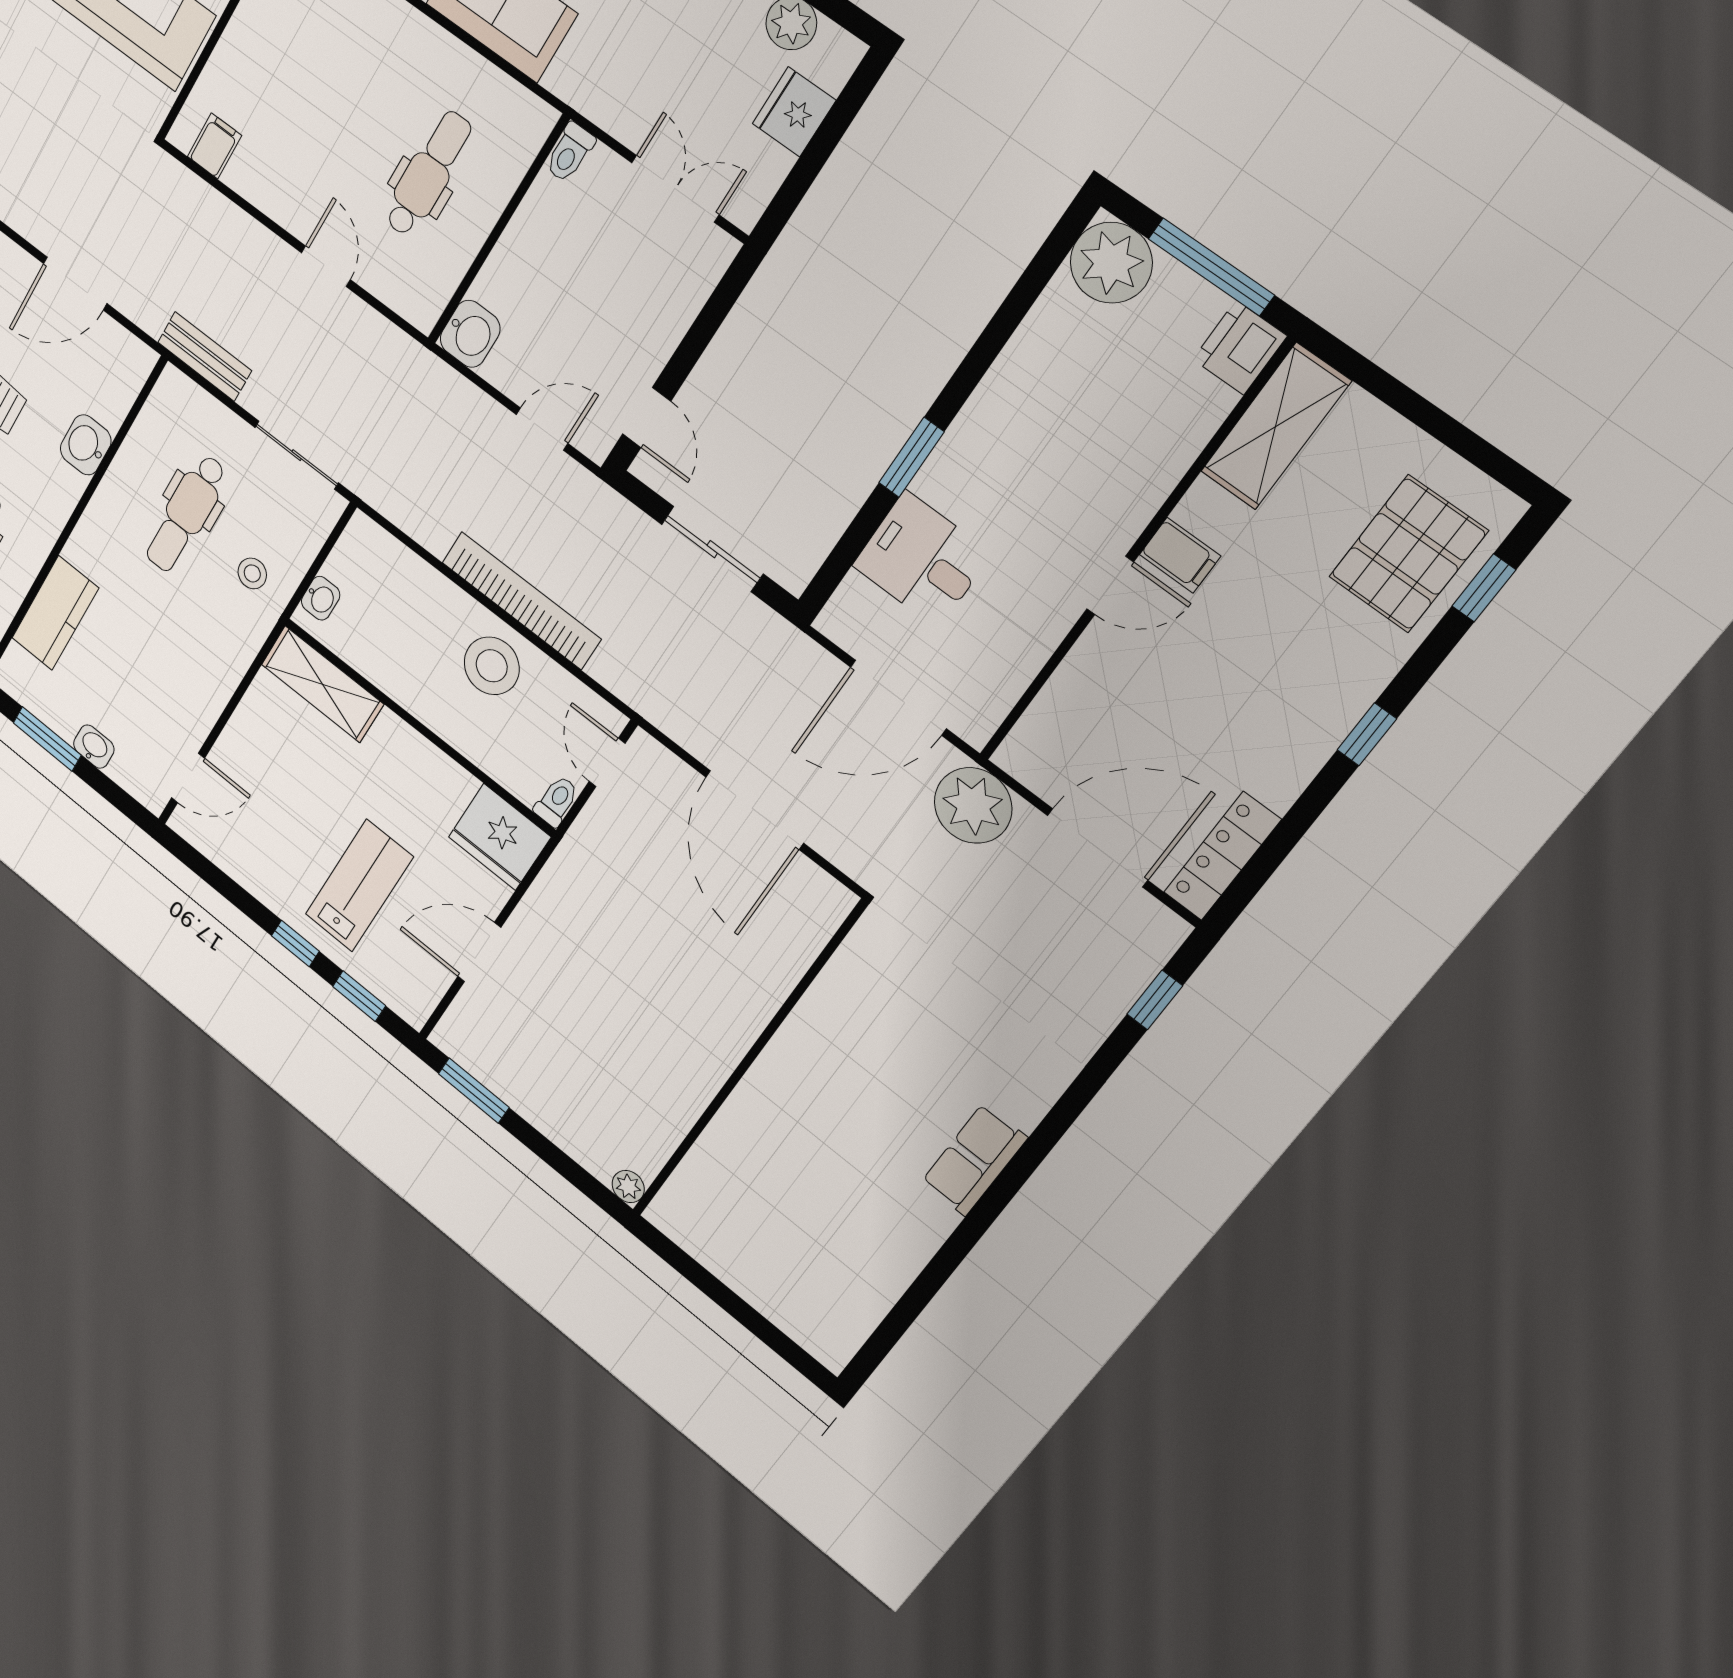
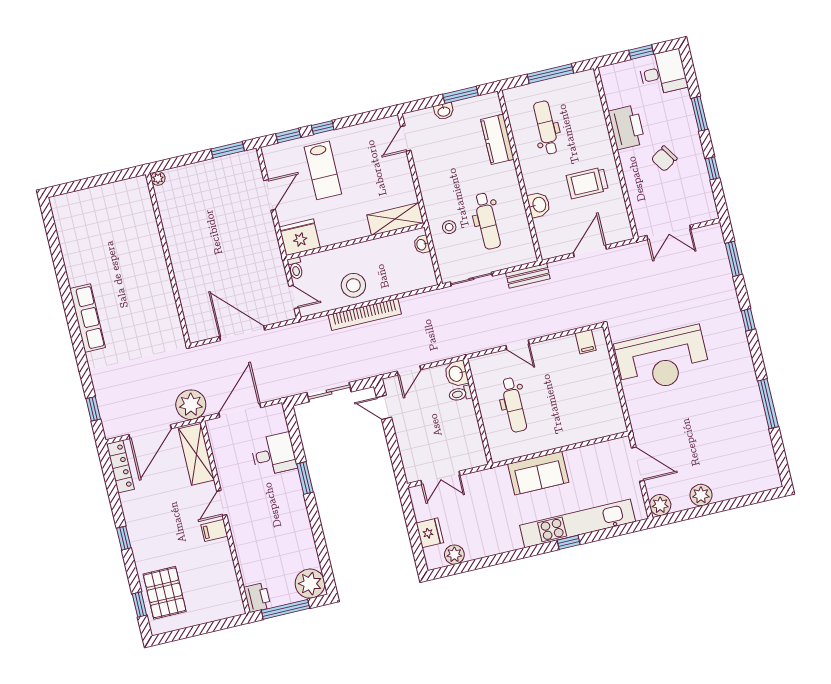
toilet: (570, 153) -> (460, 394), moved, turned -90
shelving: (1276, 426) -> (196, 454), moved
dental chair: (186, 513) -> (487, 221), turned 180
row of seats: (974, 1160) -> (88, 318), width x1.48

